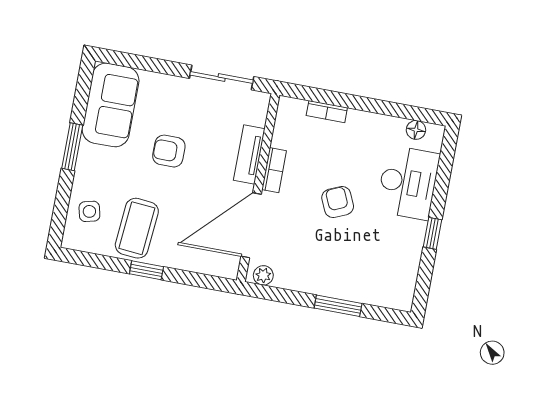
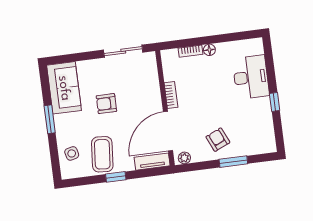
floor lamp: (416, 130) -> (209, 50), moved
tv unit: (249, 154) -> (152, 162), moved, turned 90
armchair: (338, 202) -> (218, 140), moved

